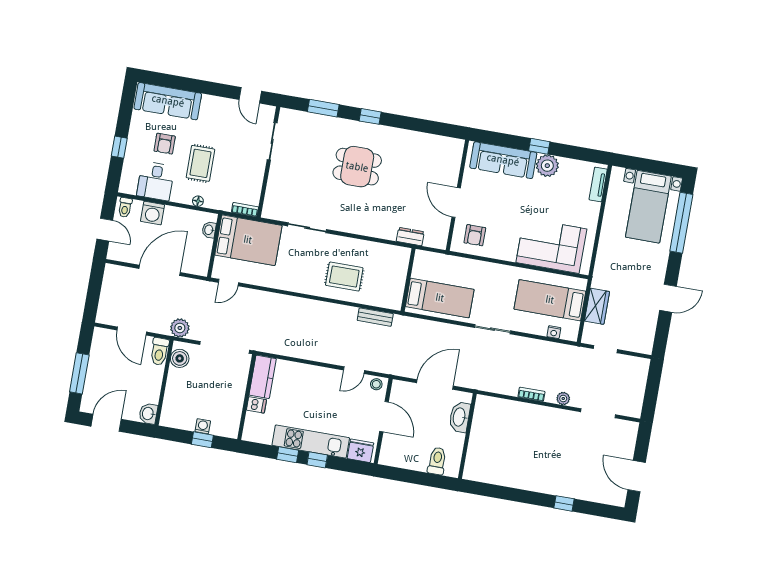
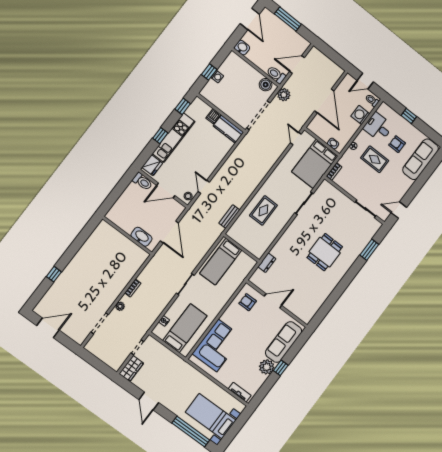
window: (370, 116) -> (350, 275), removed
wardrobe: (597, 306) -> (131, 368), moved, turned -90
window: (288, 455) -> (183, 106), moved
toilet: (437, 461) -> (142, 182), moved

